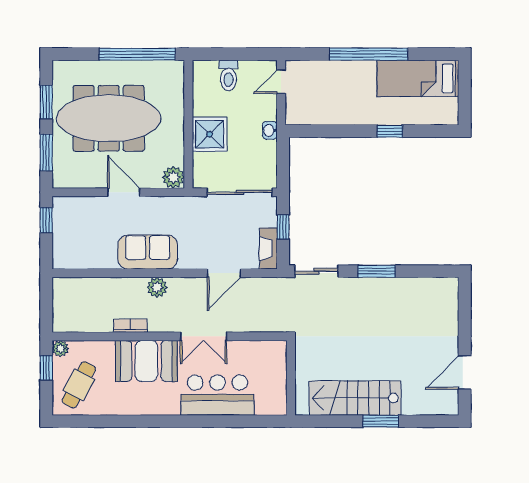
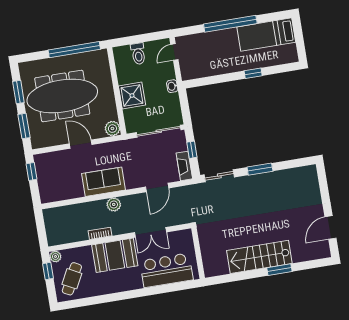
wall: (291, 378) -> (198, 253), moved

